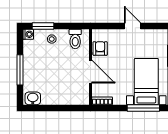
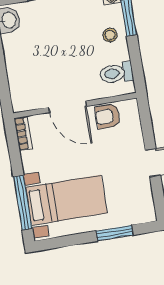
armchair: (100, 48) -> (108, 116), turned 180
door: (90, 72) -> (68, 107), hinge flipped

